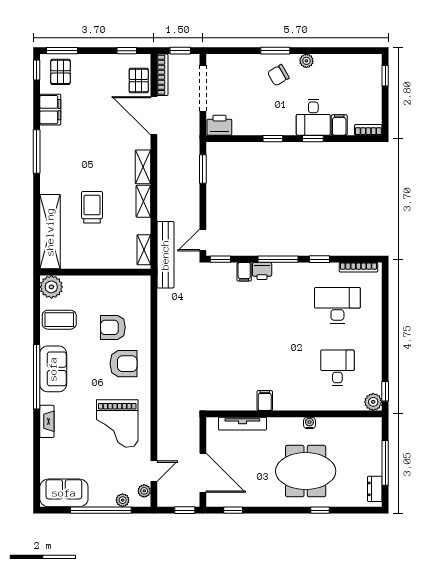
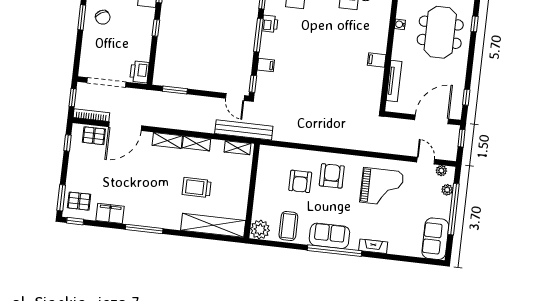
printer: (262, 271) -> (270, 24), moved

